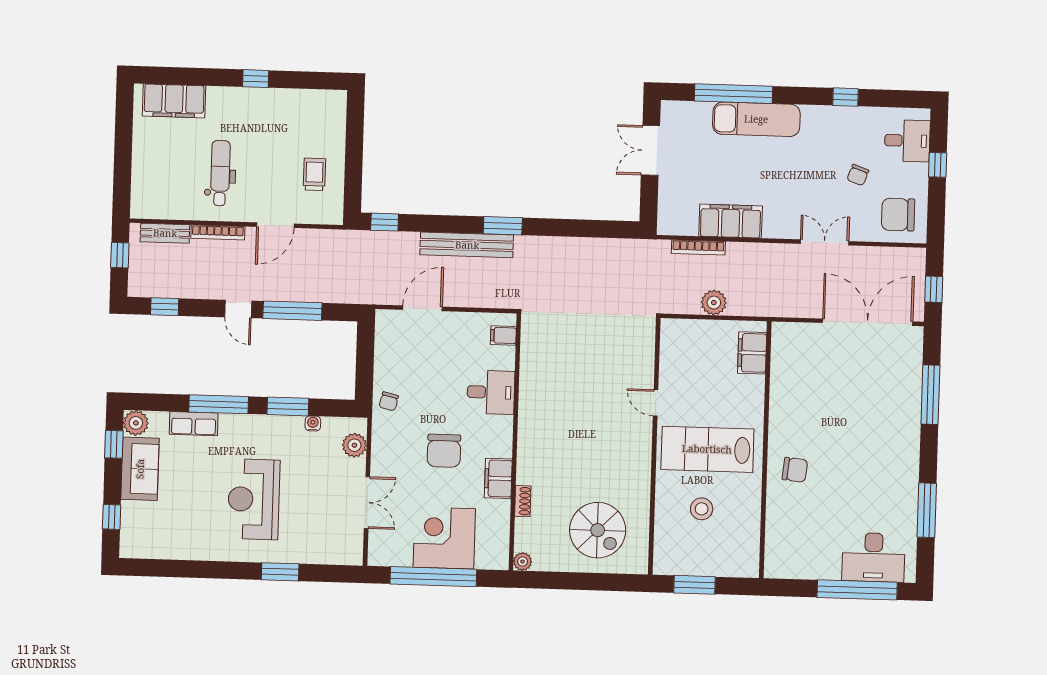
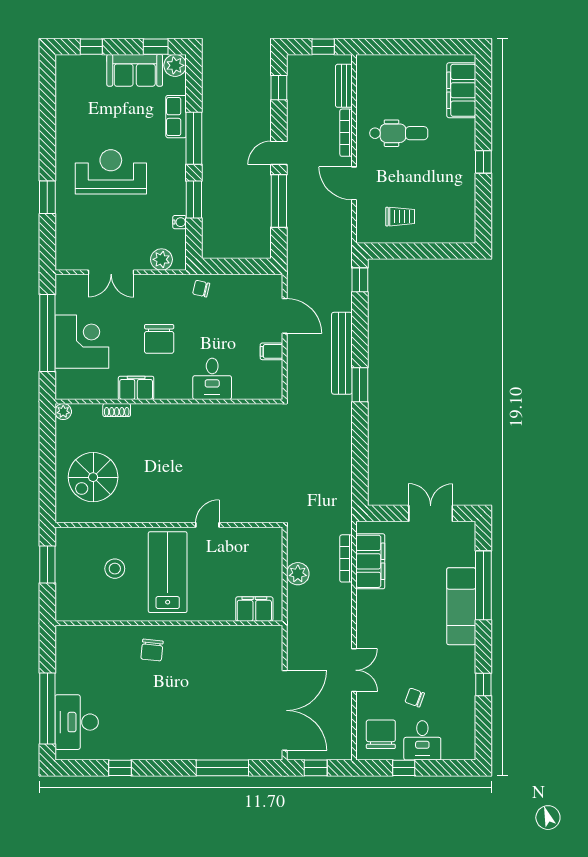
desk: (907, 141) -> (422, 740), moved
window: (938, 165) -> (404, 768), moved
filing cabinet: (731, 221) -> (370, 561), moved
filing cabinet: (503, 335) -> (271, 351), moved, turned -90
chair: (444, 451) -> (159, 339), turned -90
window: (927, 510) -> (120, 768), width x0.46

